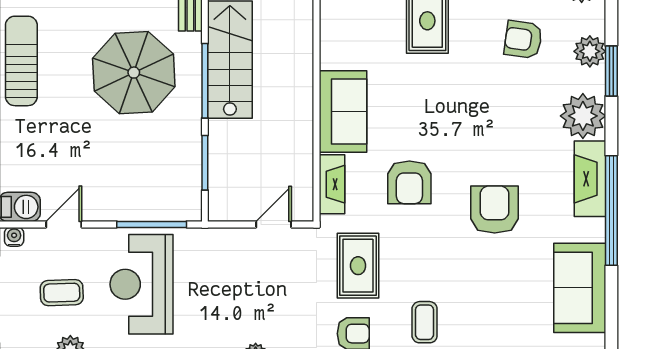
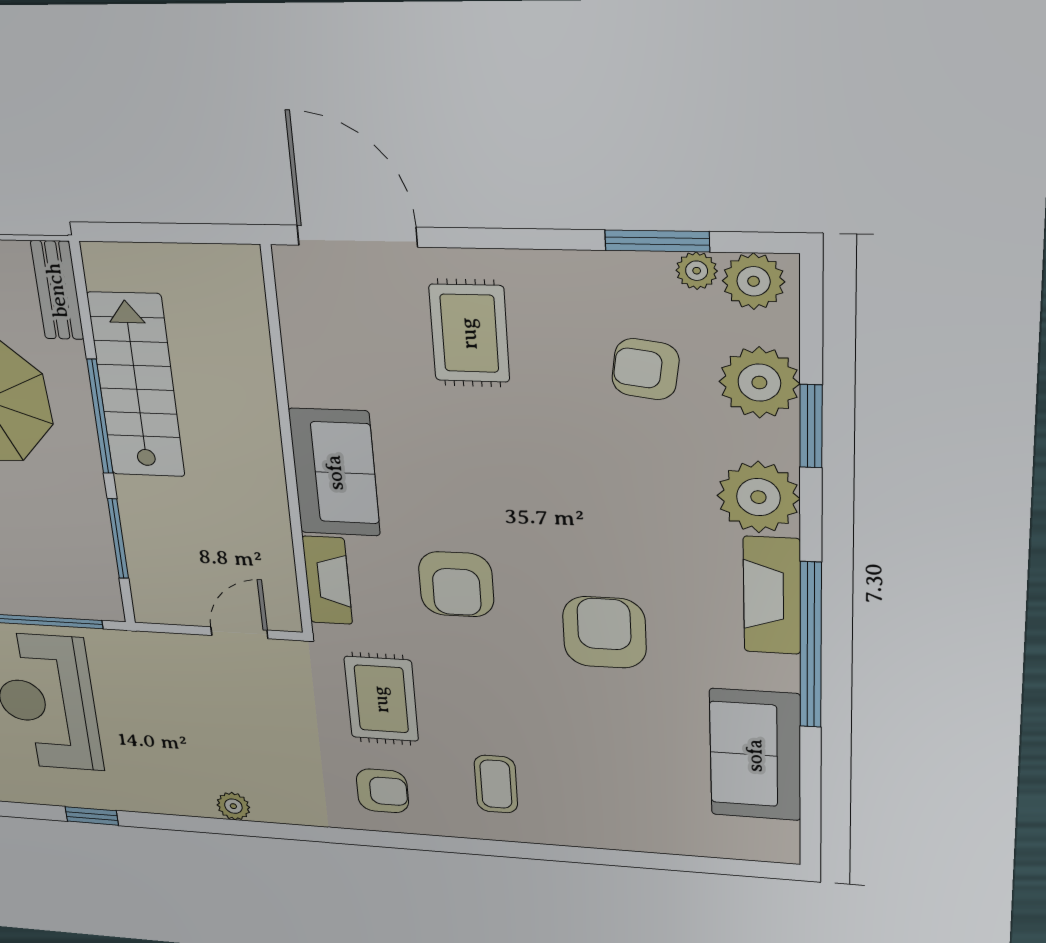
plant: (590, 51) -> (759, 383), width x1.36, depth x1.36

